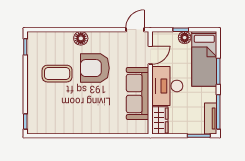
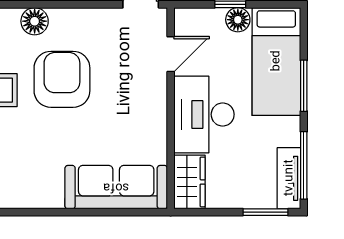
armchair: (95, 68) -> (62, 79), turned 90
sofa: (138, 94) -> (116, 187), moved, turned 90

